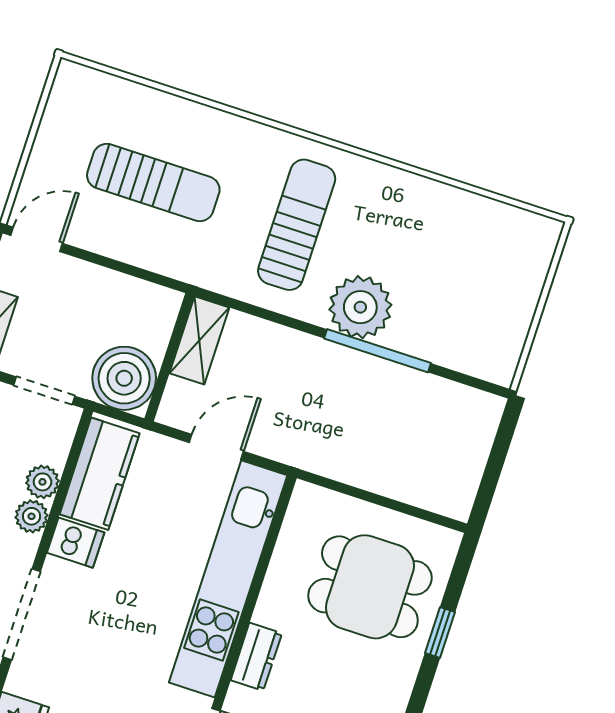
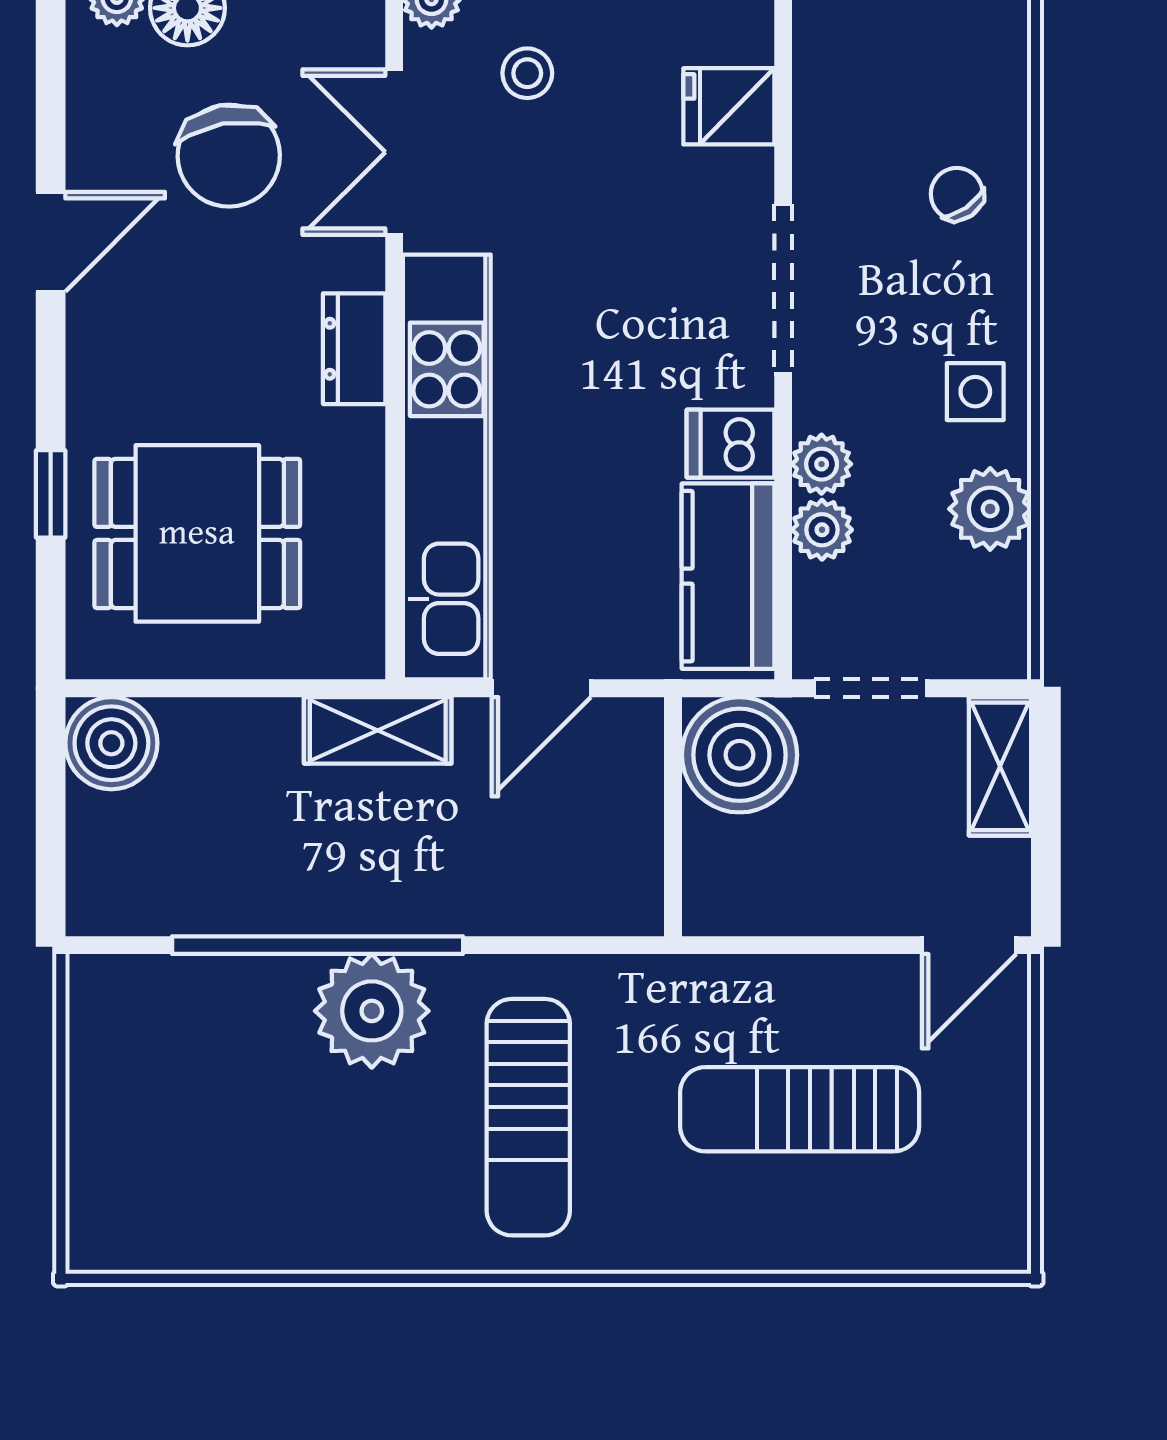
shelving: (199, 340) -> (378, 730), moved, turned 90
window: (377, 351) -> (318, 945), width x1.46
boiler: (451, 492) -> (111, 743), added

